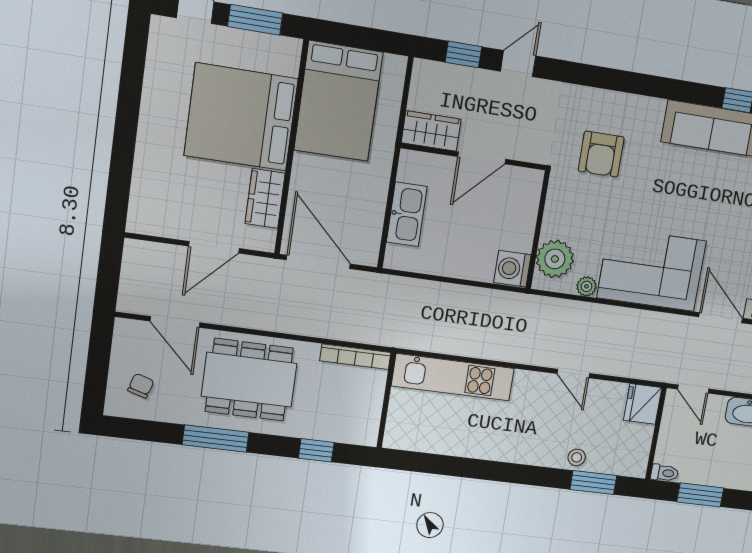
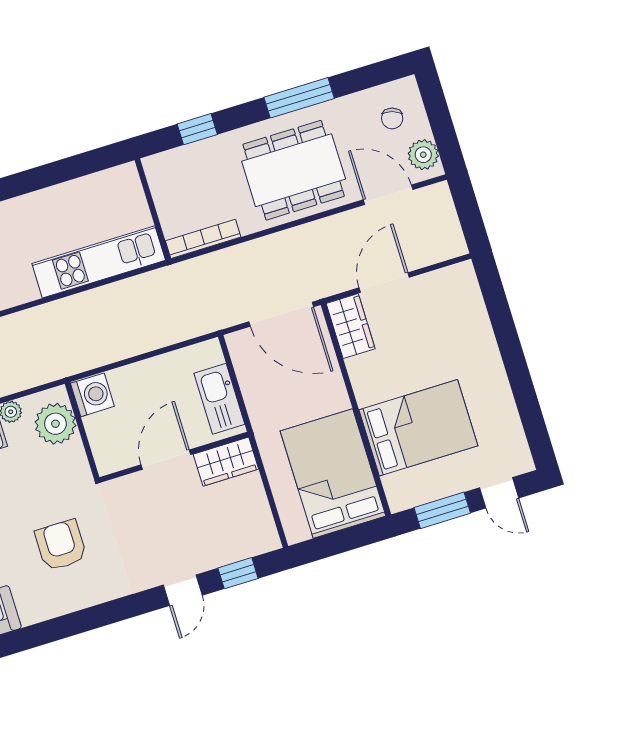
bed: (241, 117) -> (418, 428), width x0.73
wardrobe: (431, 131) -> (226, 462), moved
wall: (474, 157) -> (174, 457), moved
door: (482, 158) -> (166, 460), moved
wardrobe: (265, 198) -> (351, 326), moved
plant: (127, 342) -> (423, 155), added

